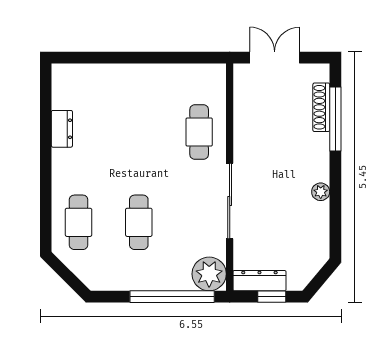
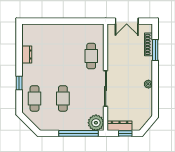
double door: (275, 58) -> (127, 21), swing flipped
window: (335, 119) -> (155, 50), width x0.69
window: (46, 189) -> (19, 83), added

